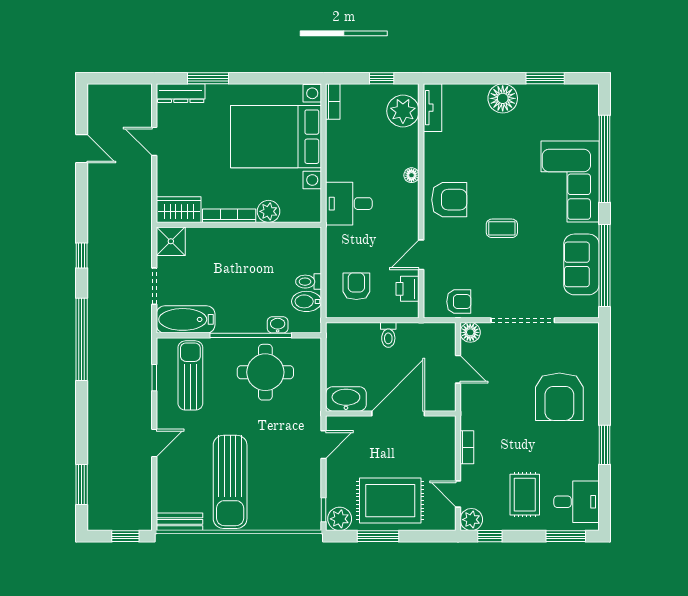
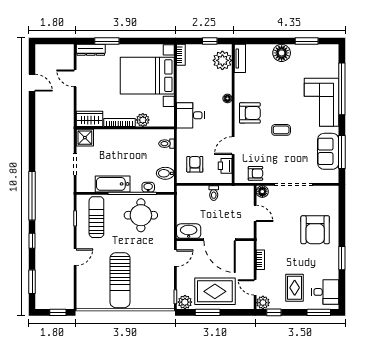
window: (82, 256) -> (32, 241), moved
window: (605, 266) -> (342, 152), width x0.68
toilet: (309, 282) -> (166, 144), moved
bathtub: (186, 319) -> (113, 184), moved
door: (398, 413) -> (220, 240), swing flipped
bench: (180, 522) -> (90, 304), removed

